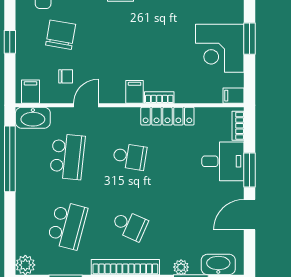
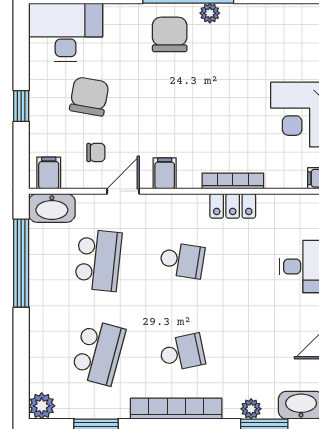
filing cabinet: (135, 92) -> (165, 173), moved
bookcase: (159, 98) -> (233, 181), width x1.56
locker: (167, 116) -> (233, 206), width x0.66
school desk: (130, 225) -> (182, 353), turned -36

